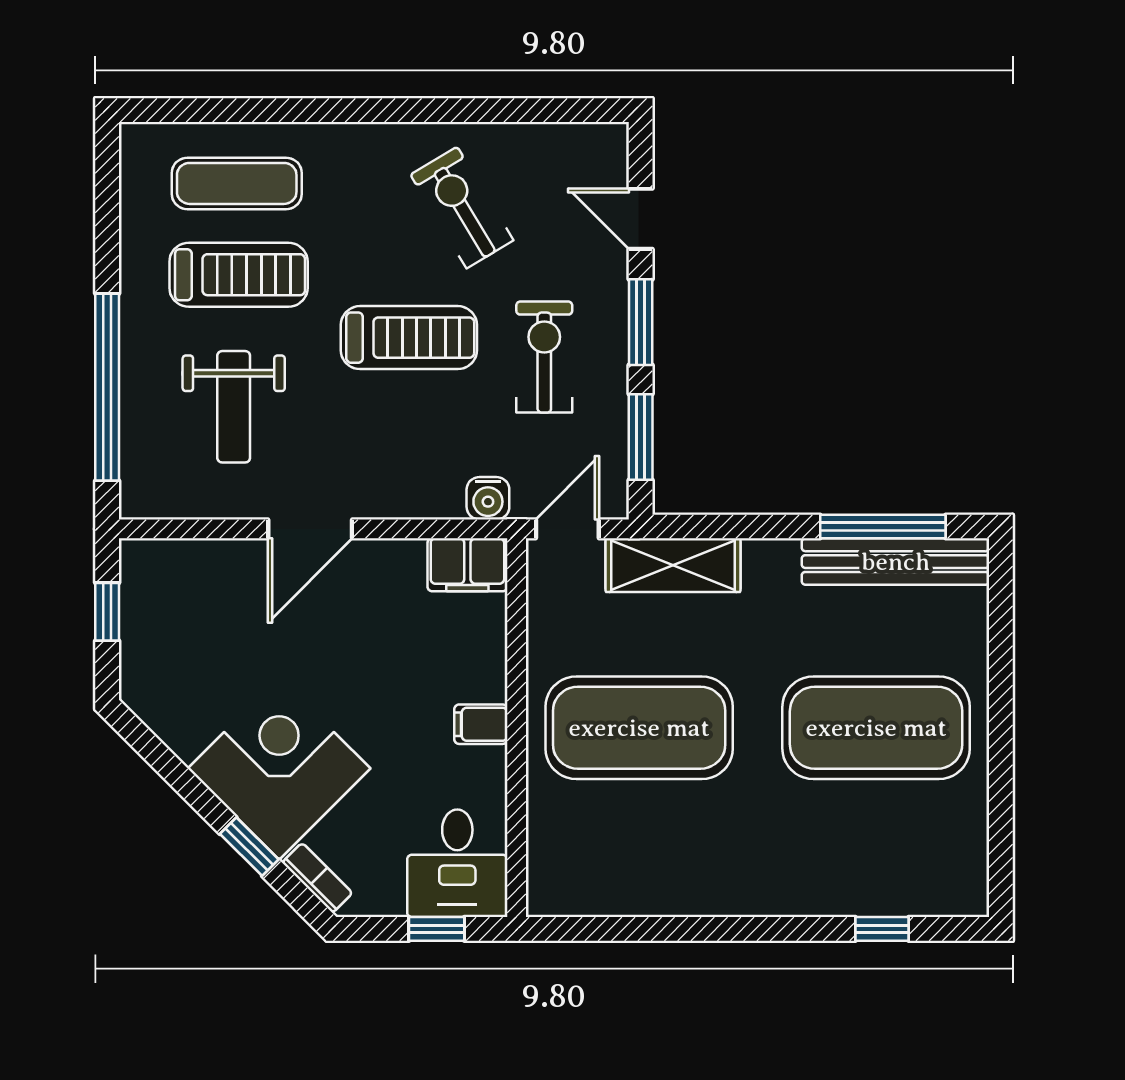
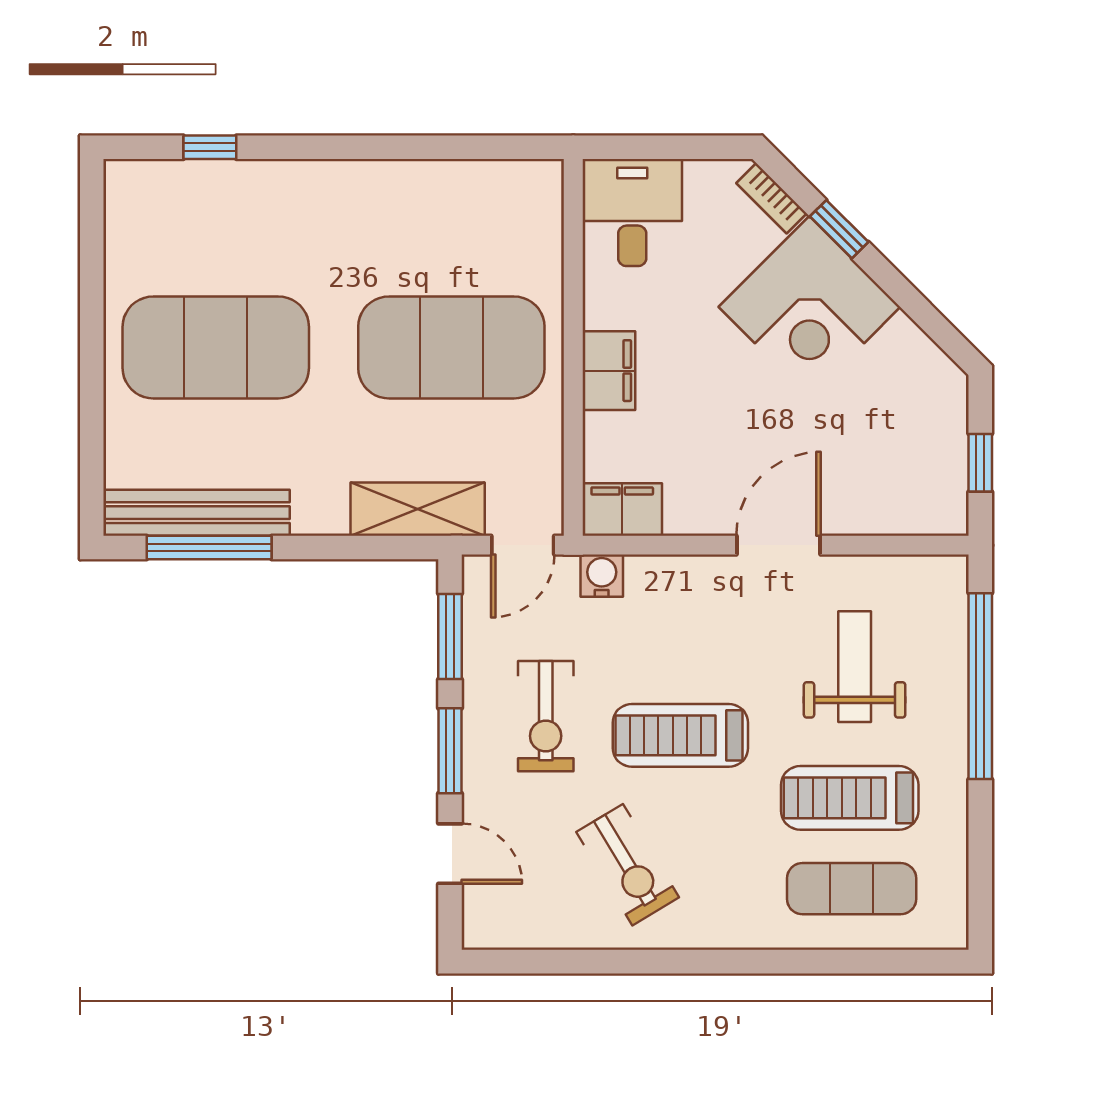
filing cabinet: (481, 724) -> (609, 371), width x2.00
window: (437, 929) -> (653, 147), removed

